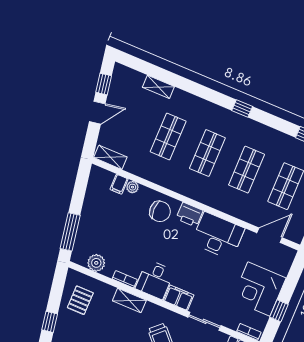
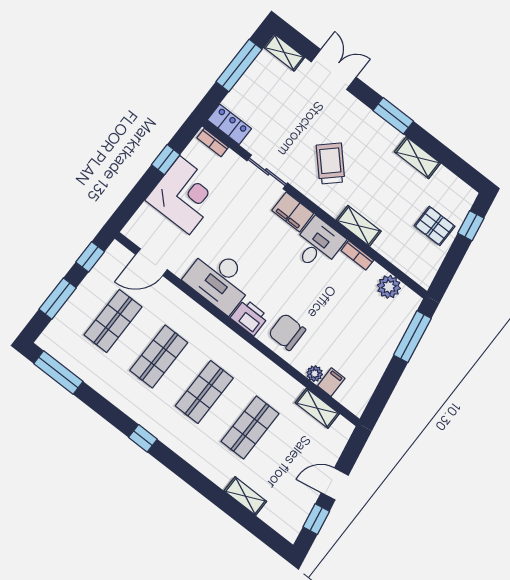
shelving: (110, 157) -> (317, 408), moved
pallet: (80, 300) -> (435, 226), moved, turned 90

